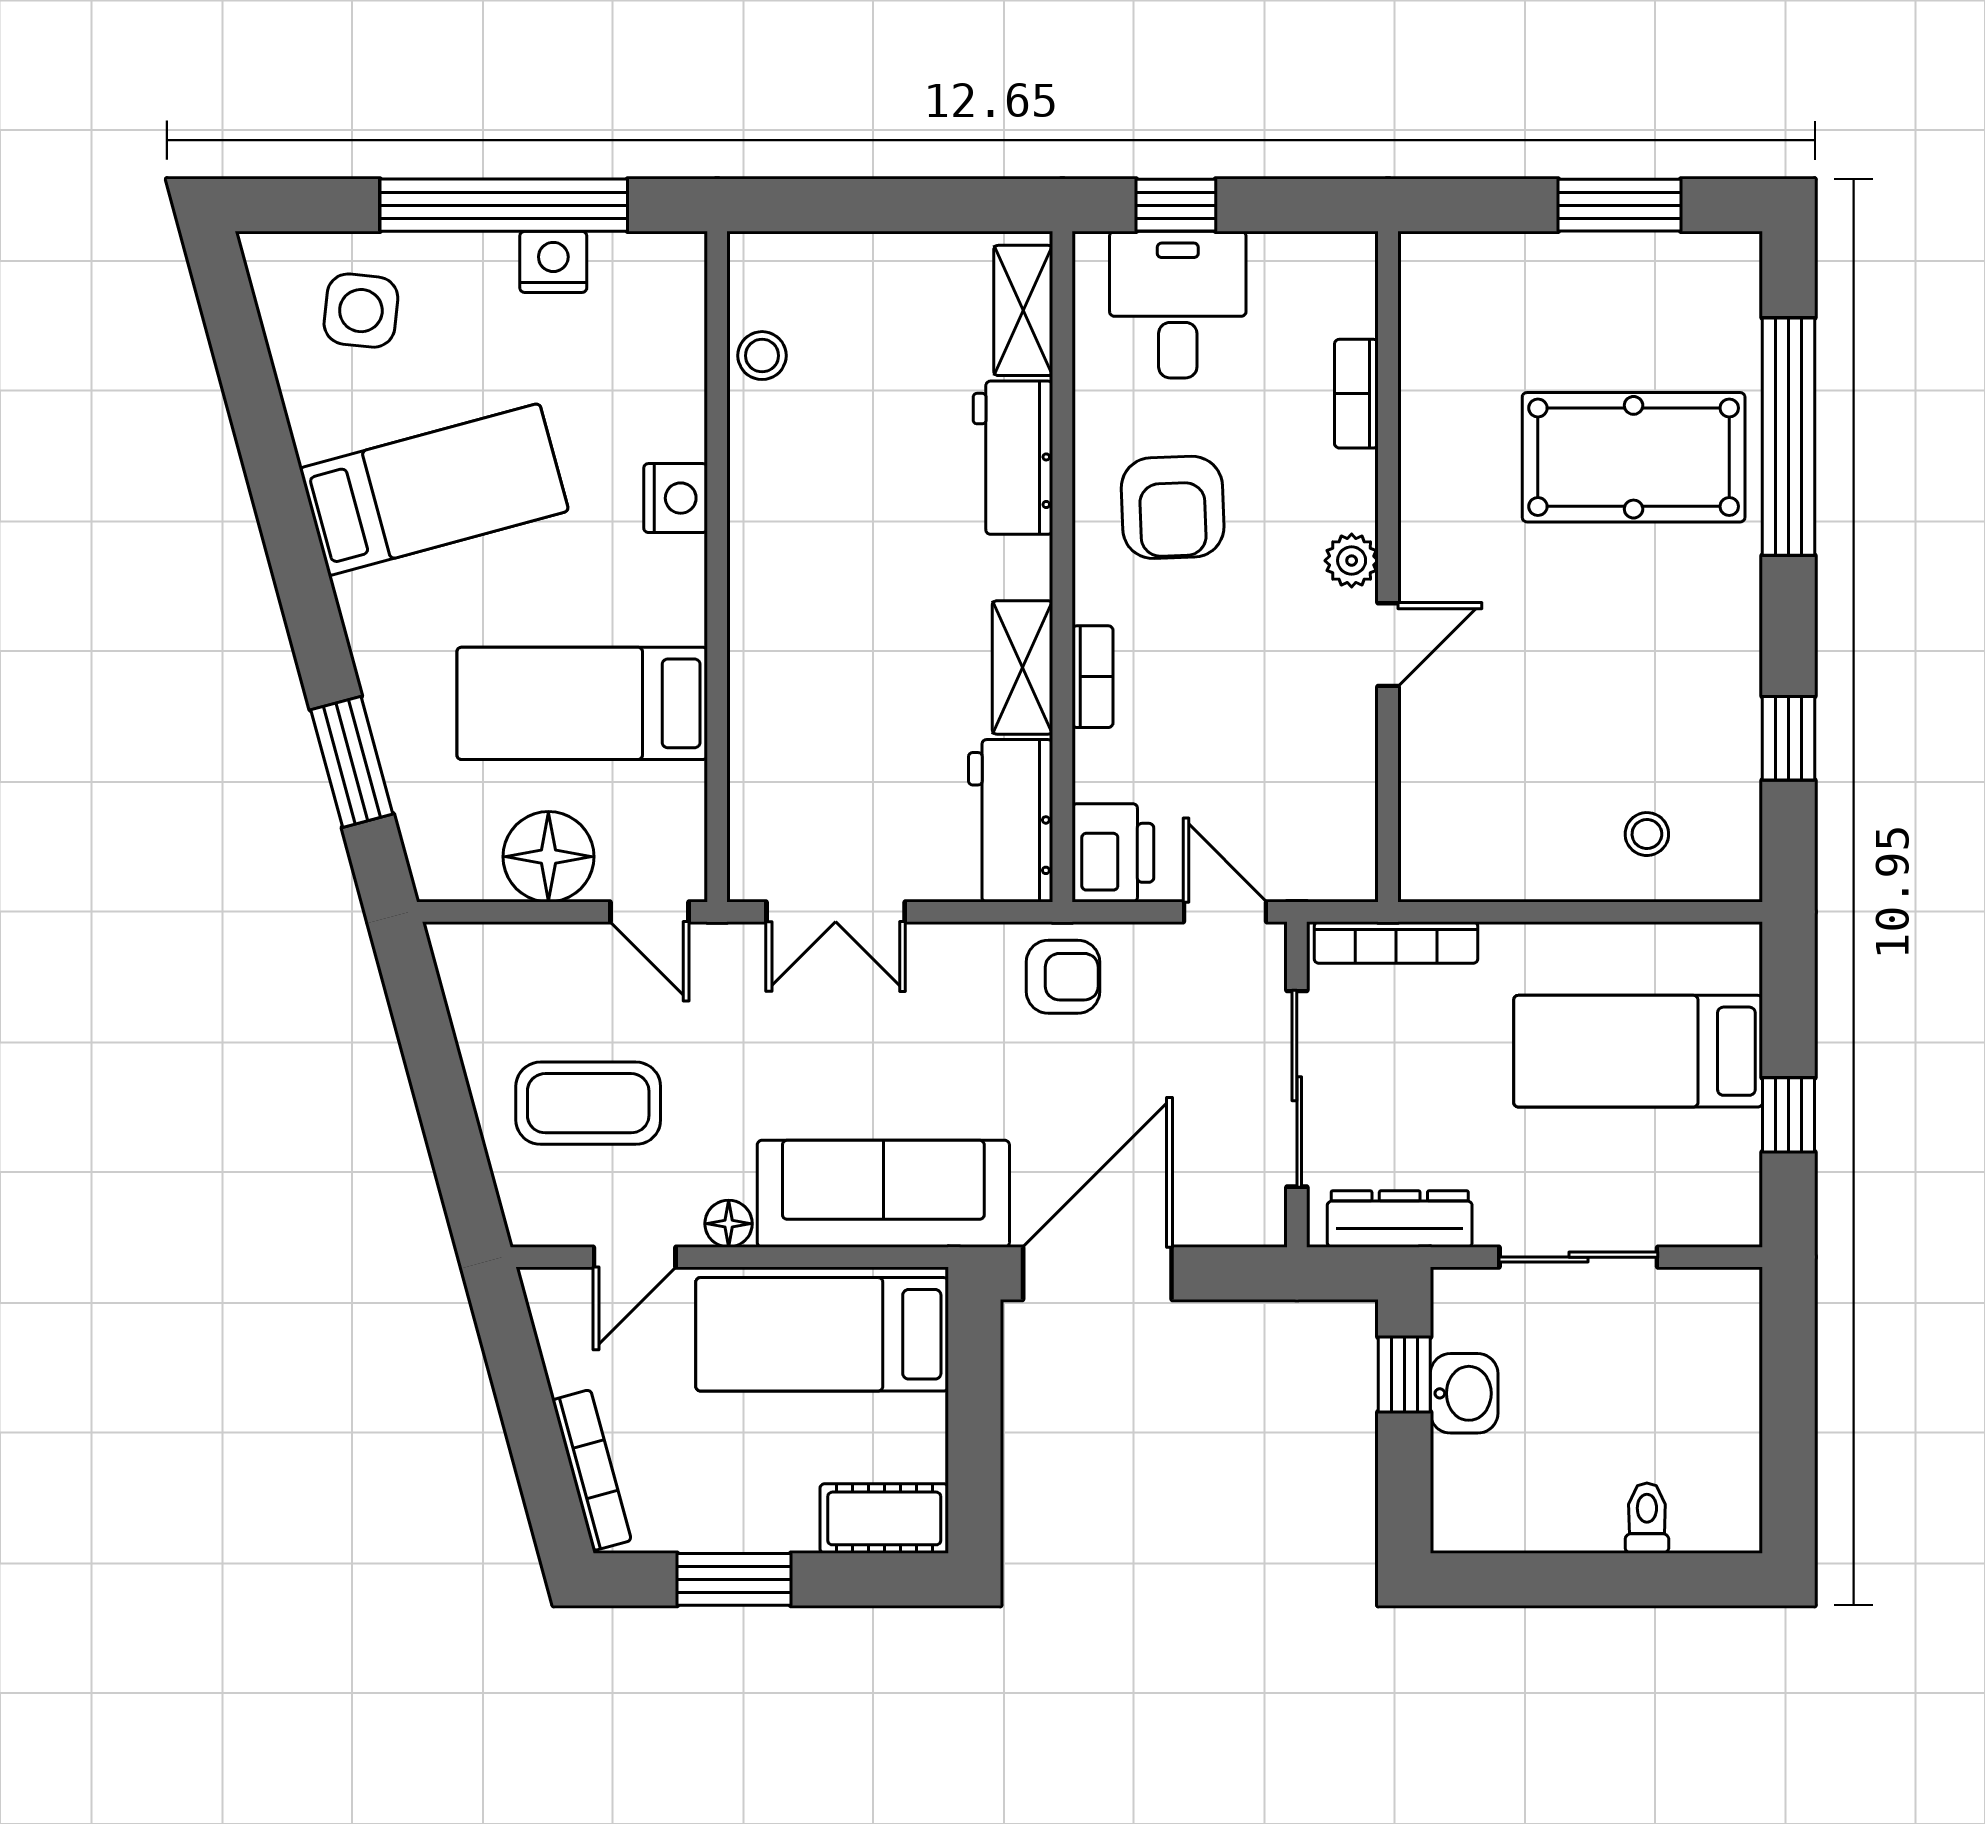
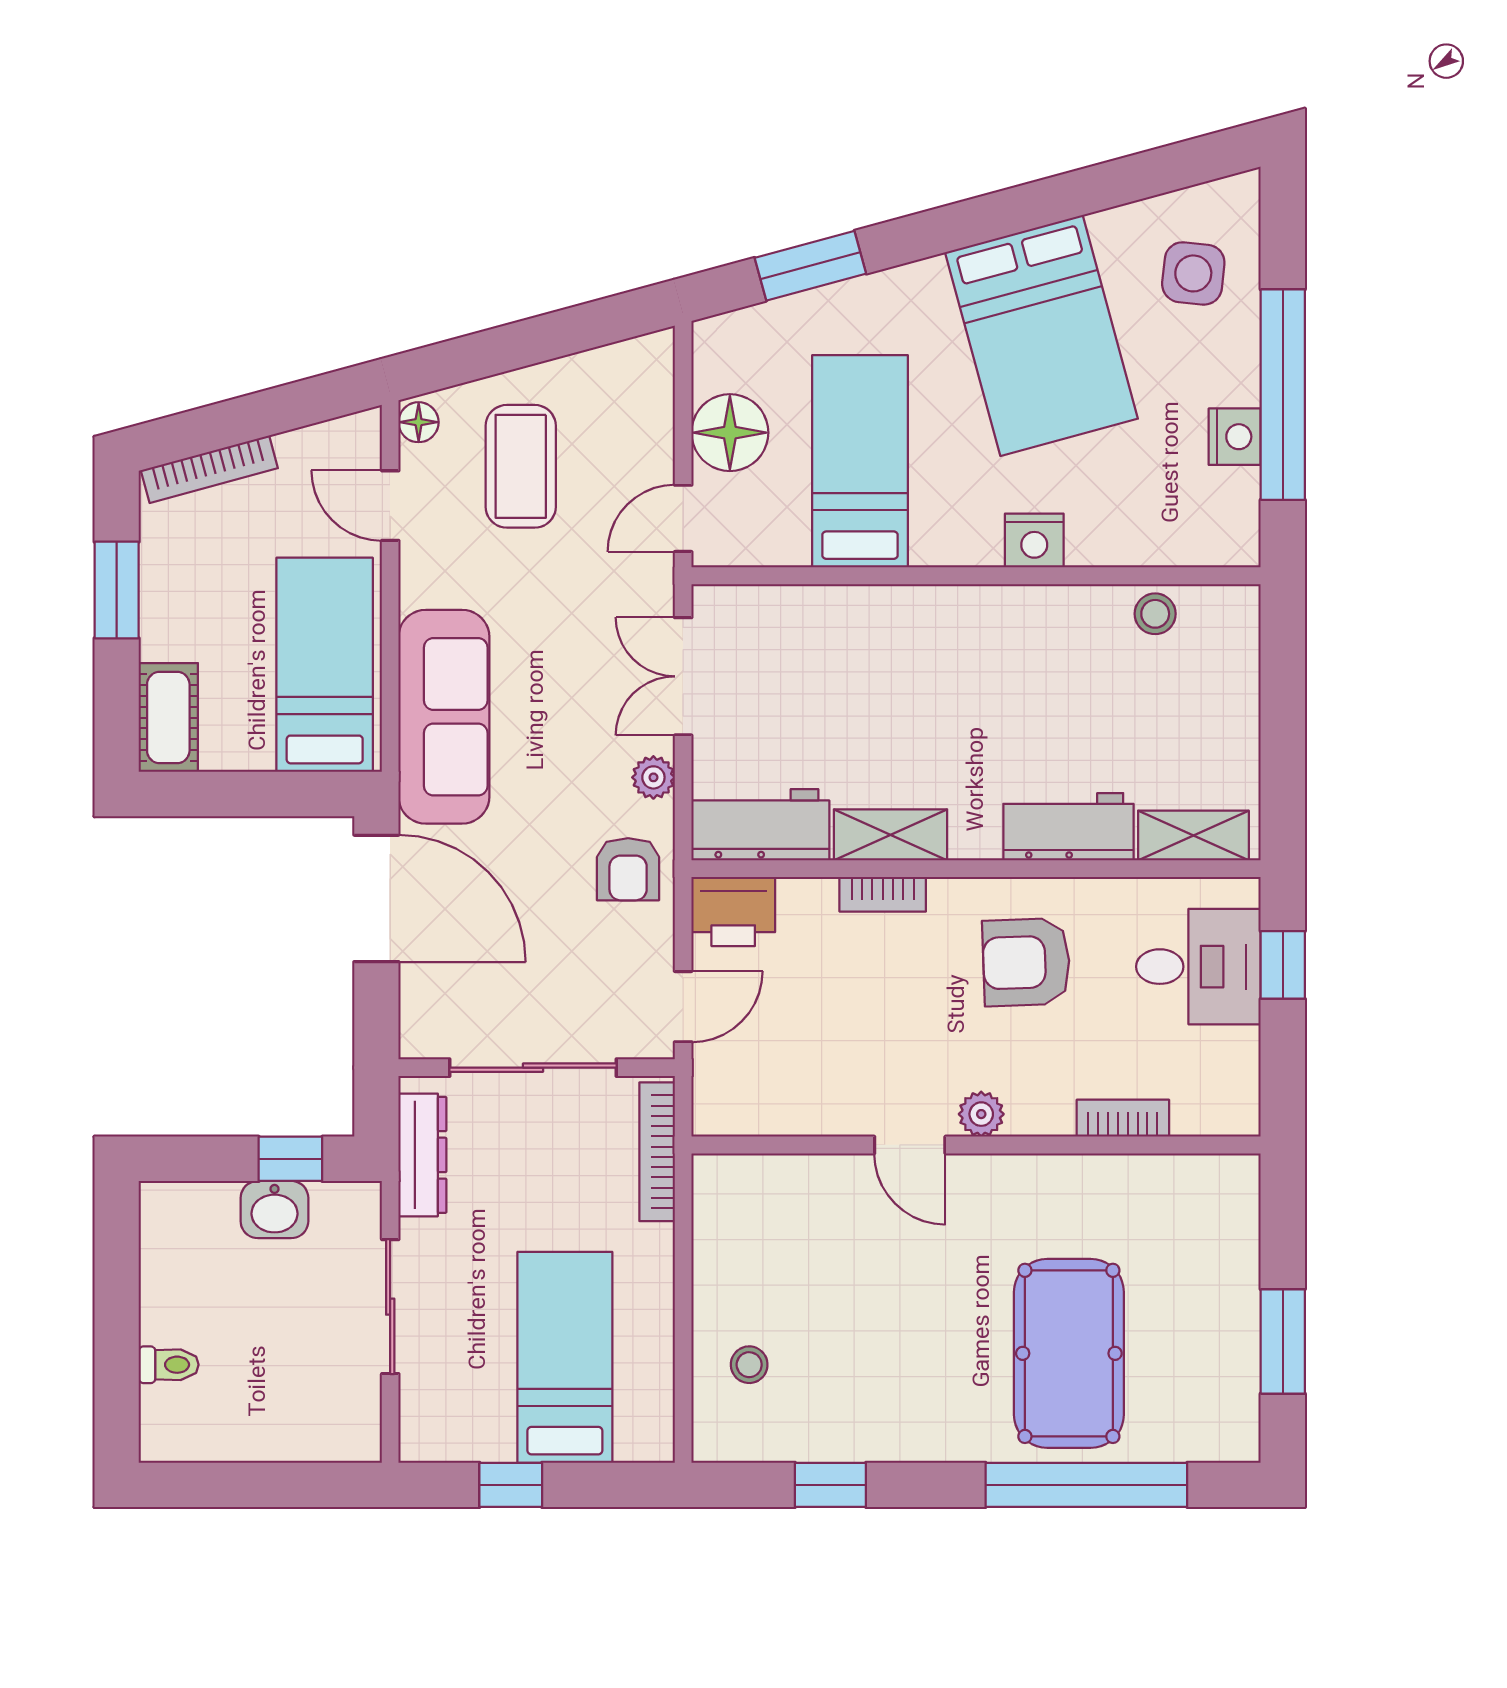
bed: (434, 490) -> (1041, 335), width x1.50
plant: (955, 947) -> (653, 777), added
floor lamp: (729, 1224) -> (419, 422), moved

